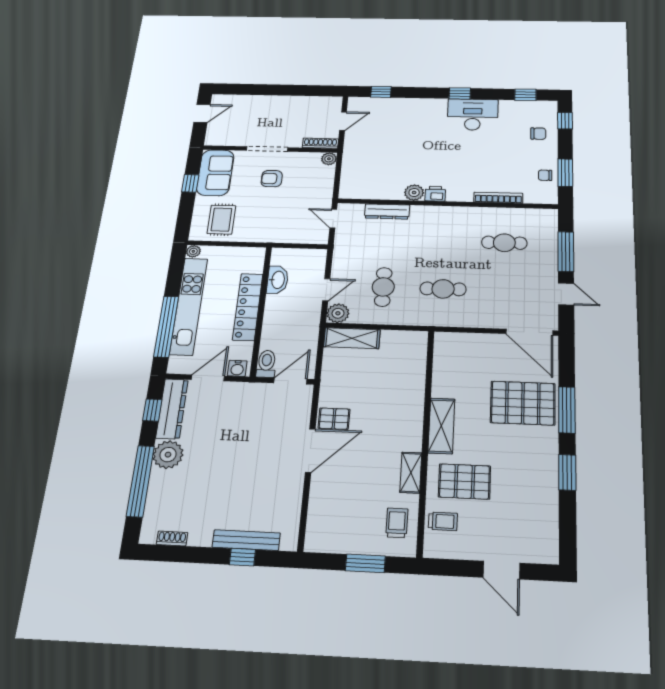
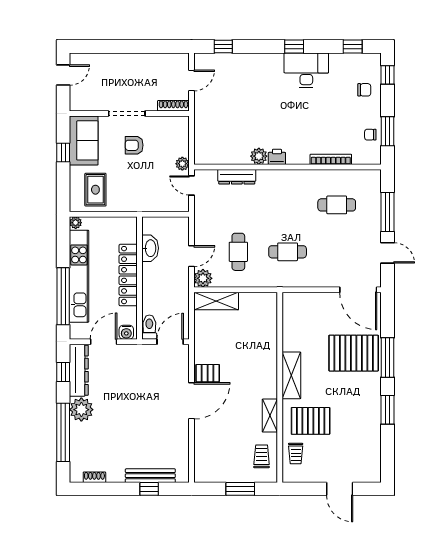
plant: (329, 159) -> (182, 164), moved
trolley: (443, 521) -> (296, 454), turned 90

